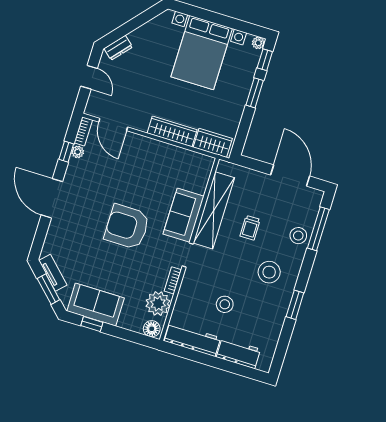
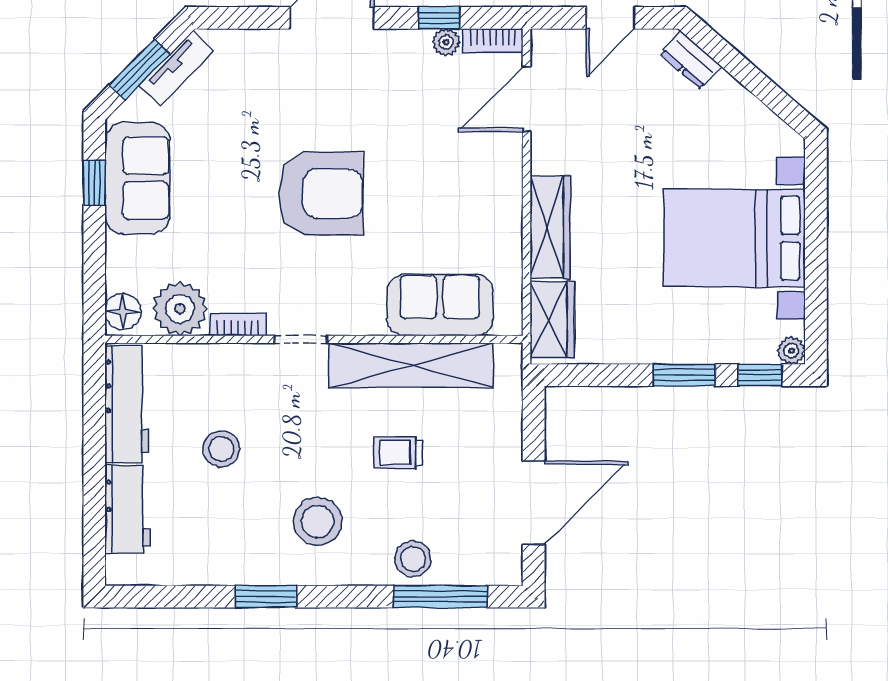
sofa: (184, 215) -> (440, 305), moved
armchair: (127, 227) -> (321, 194), turned 90

